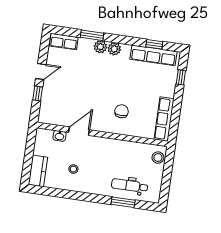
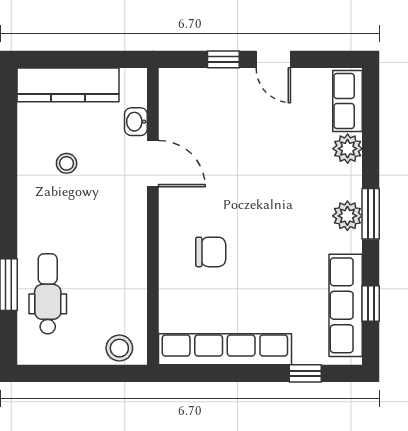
window: (92, 35) -> (371, 214), moved
plant: (100, 47) -> (348, 149), moved
row of seats: (164, 119) -> (225, 349), width x1.36
kitchen counter: (38, 171) -> (68, 85), width x1.50

